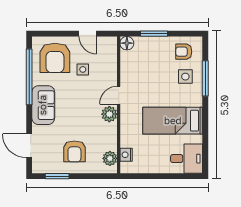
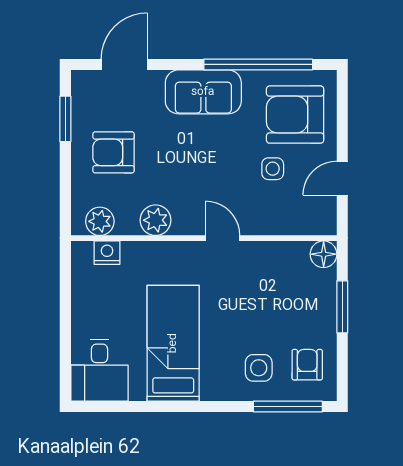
window: (205, 78) -> (288, 407), moved
plant: (109, 114) -> (156, 220), moved

